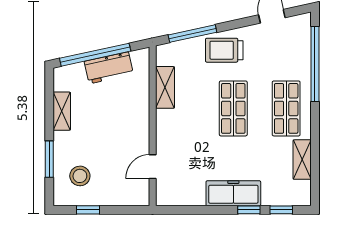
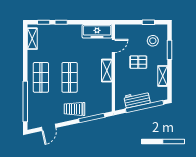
trolley: (224, 50) -> (74, 109), turned 180
shelving: (165, 87) -> (107, 71), moved
pallet: (107, 137) -> (138, 62), added
shelving: (302, 160) -> (32, 39), moved
freezer: (233, 193) -> (97, 31), moved

